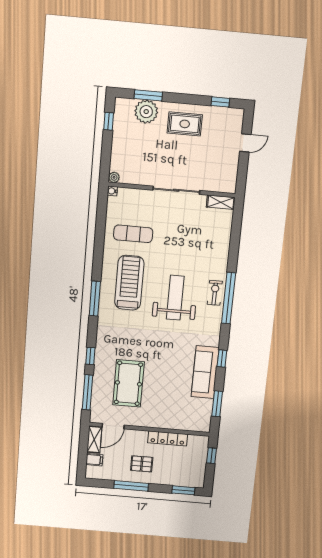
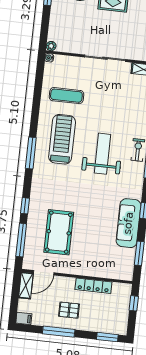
filing cabinet: (94, 460) -> (24, 318), moved

